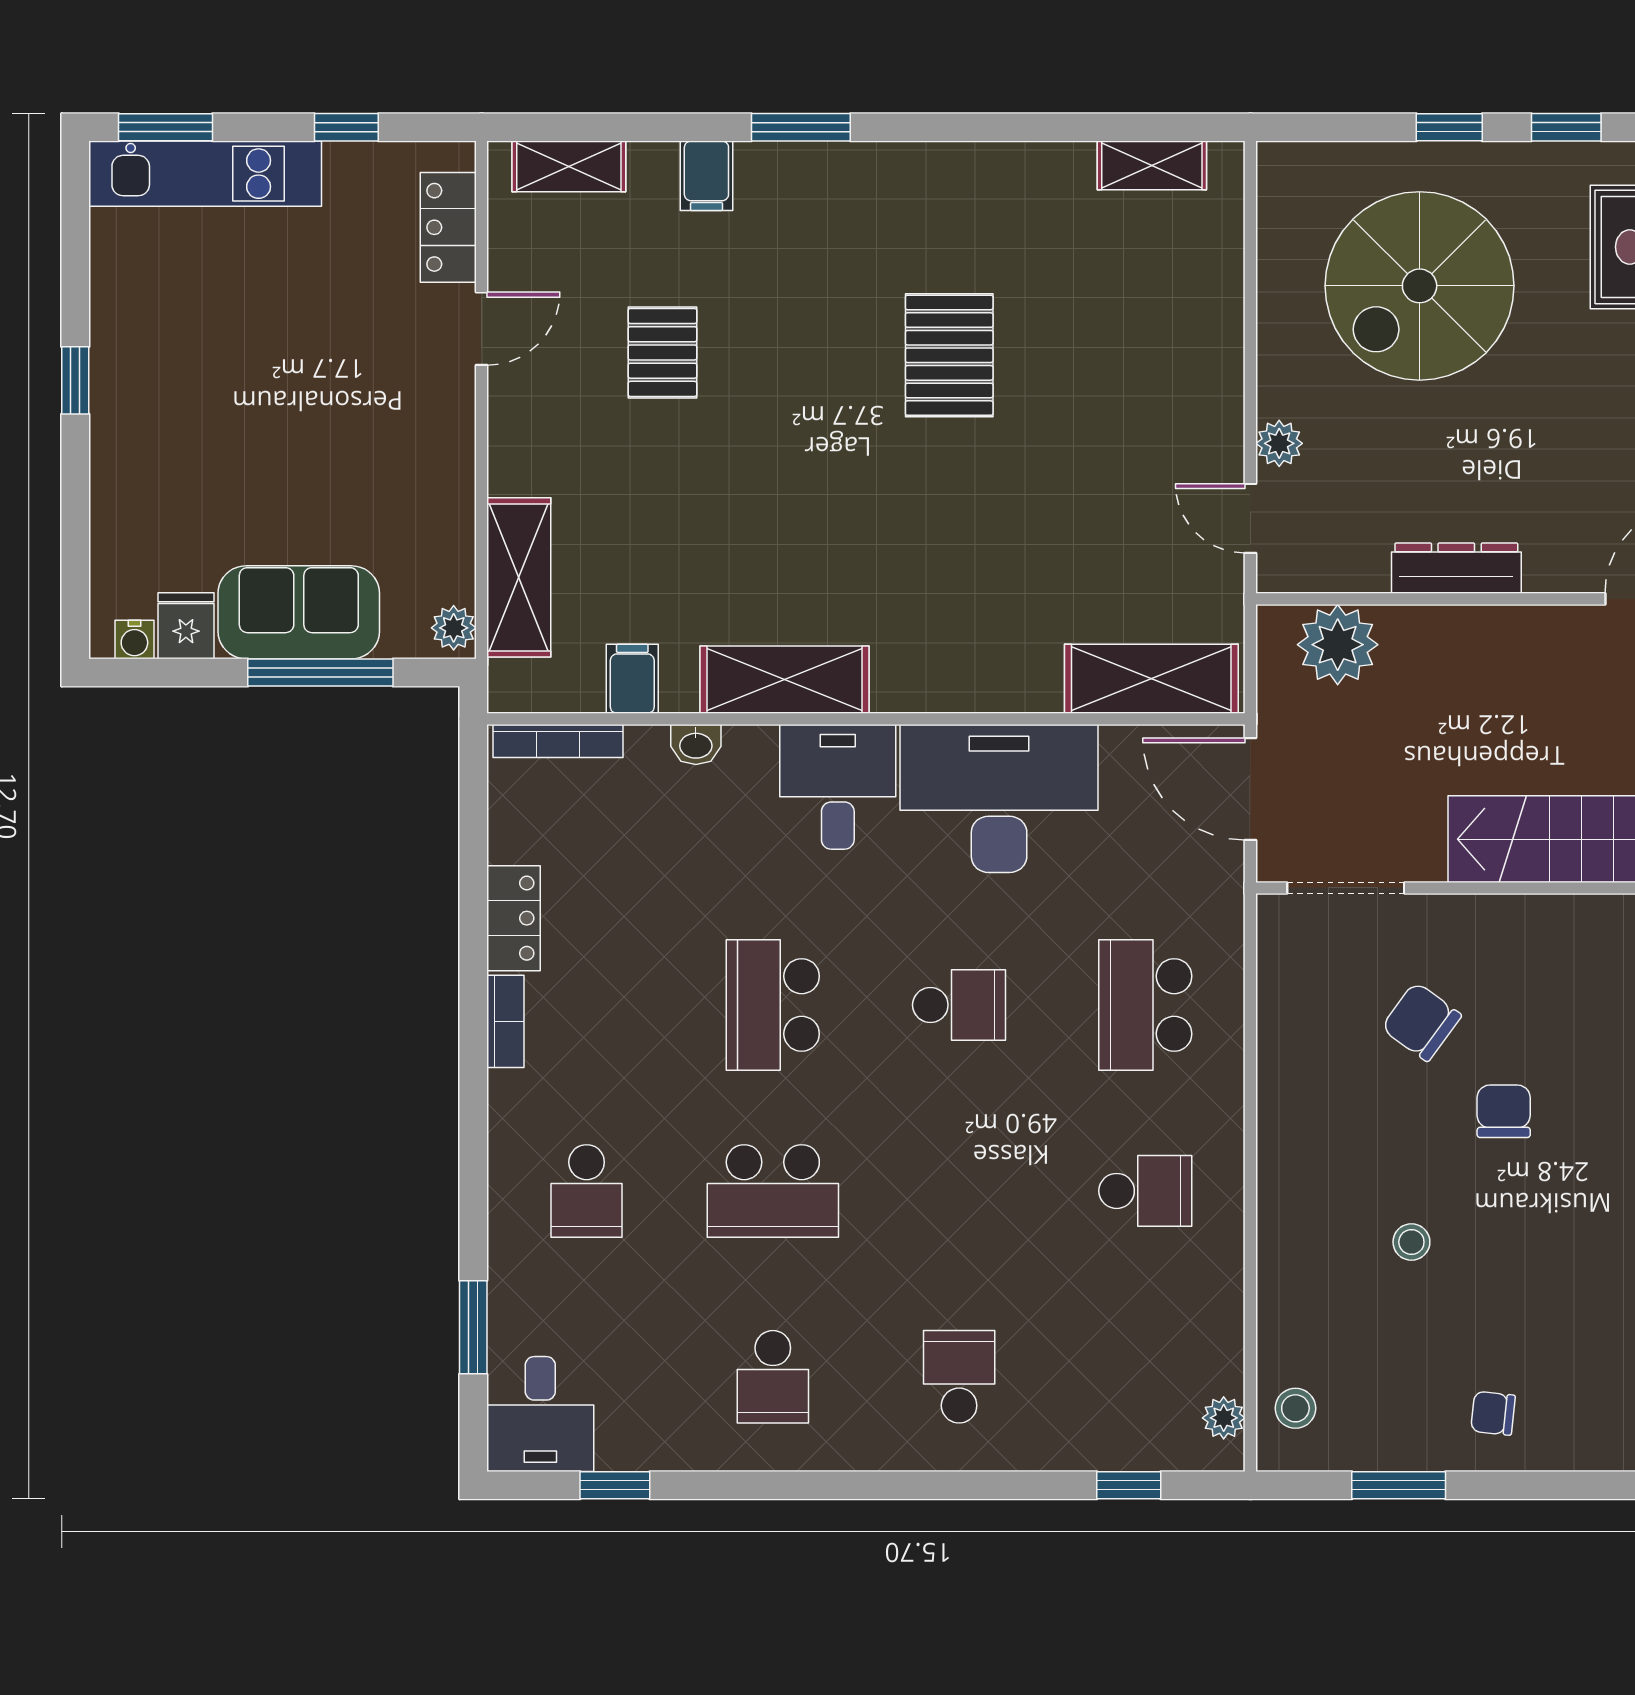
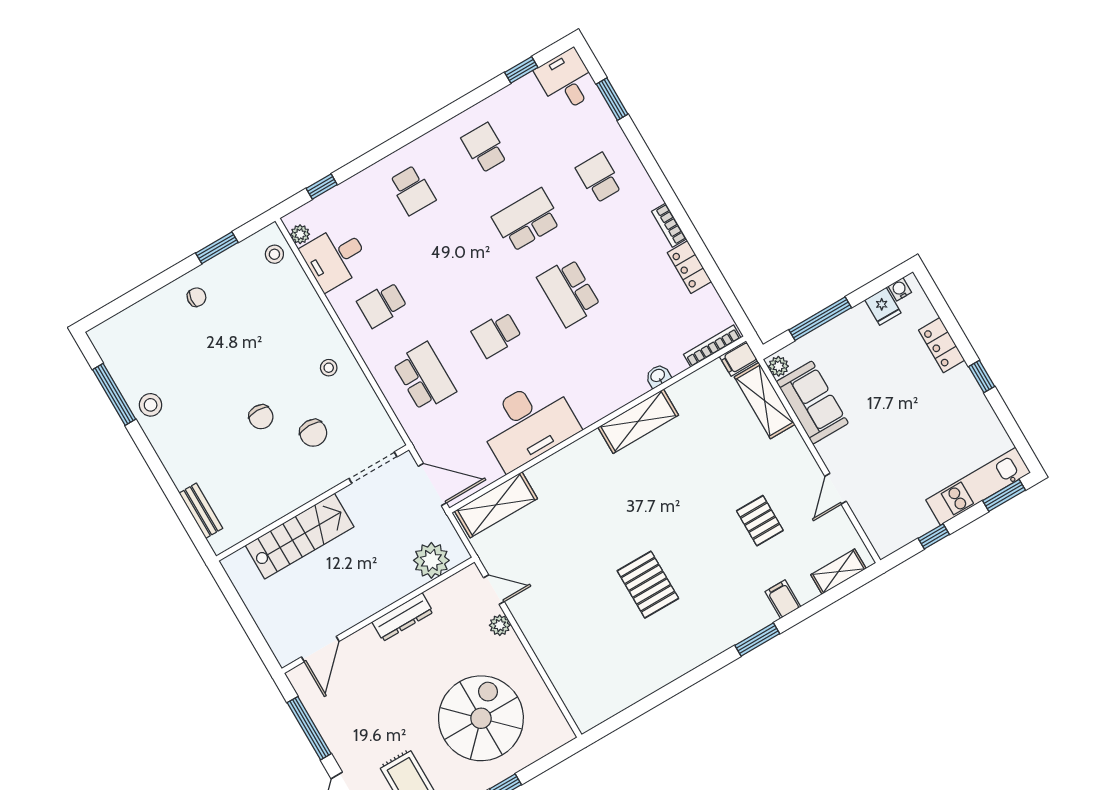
shelving: (1152, 165) -> (612, 704), removed
locker: (448, 227) -> (942, 345), moved, turned 180
sofa: (299, 612) -> (812, 402), moved, turned -90
filing cabinet: (632, 679) -> (739, 359), moved, turned 90
desk: (838, 787) -> (335, 257), moved, turned 90
school desk: (773, 1005) -> (569, 292), turned 180
chair: (1421, 1022) -> (313, 433), turned 54
stool: (1411, 1242) -> (329, 368), moved

